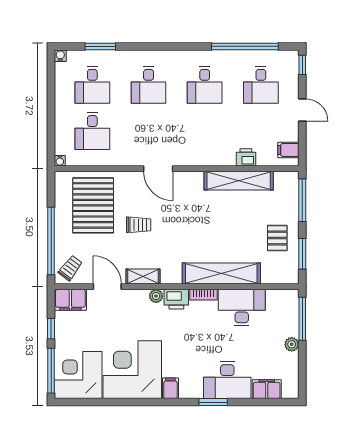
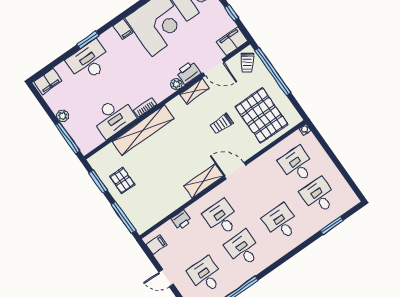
water cooler: (60, 56) -> (354, 200), removed
desk: (205, 131) -> (222, 218), added
shelving: (239, 181) -> (204, 181), moved, width x0.68
printer: (176, 299) -> (189, 73), moved
filing cabinet: (267, 389) -> (48, 81), moved

